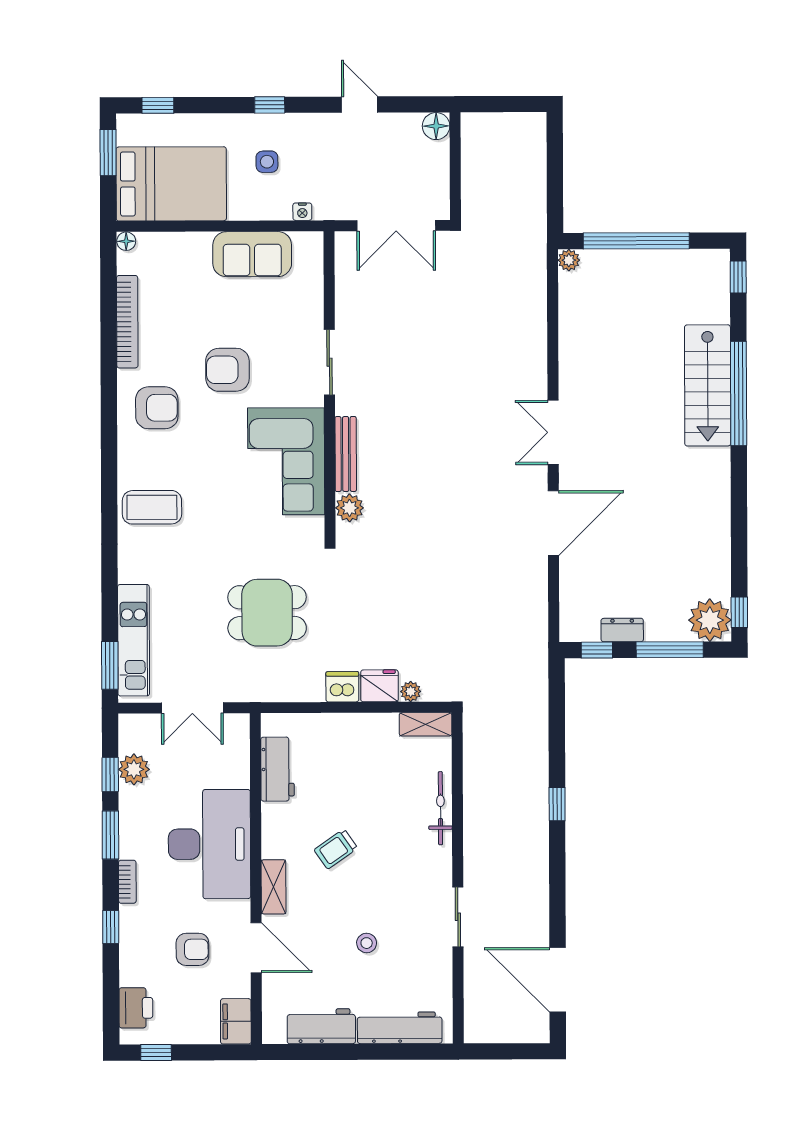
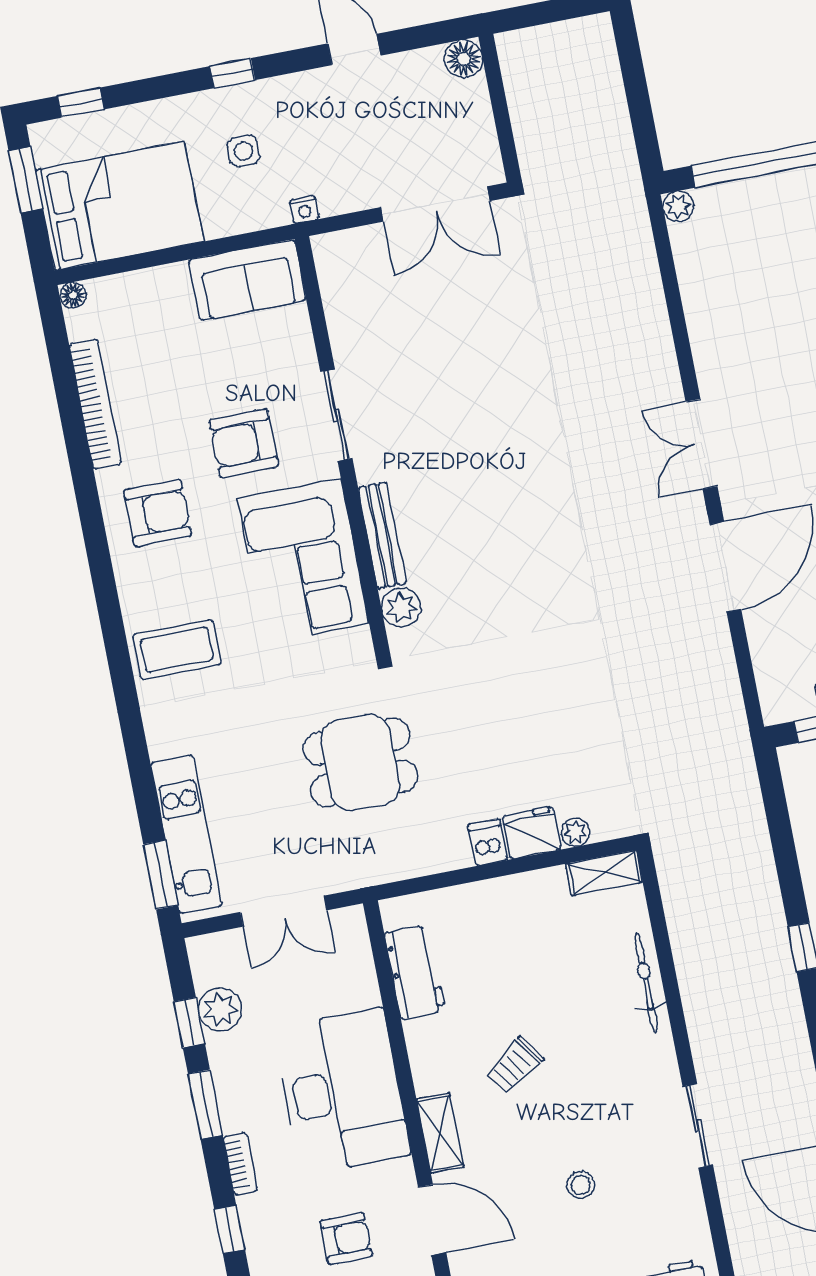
sliding door: (329, 362) -> (336, 415), moved
wall: (330, 385) -> (342, 445), moved
bench: (346, 454) -> (382, 535), moved
corner sofa: (286, 461) -> (303, 561), moved
plant: (350, 508) -> (401, 608), moved
dishwasher: (342, 687) -> (488, 842), width x0.73

